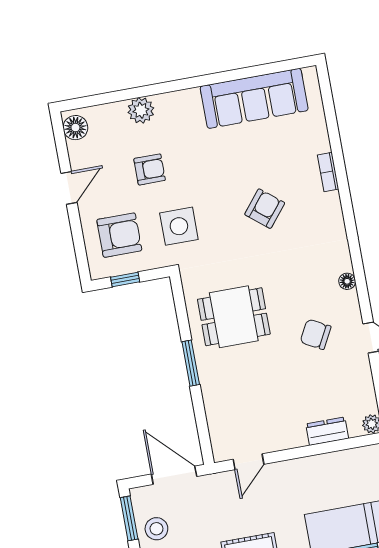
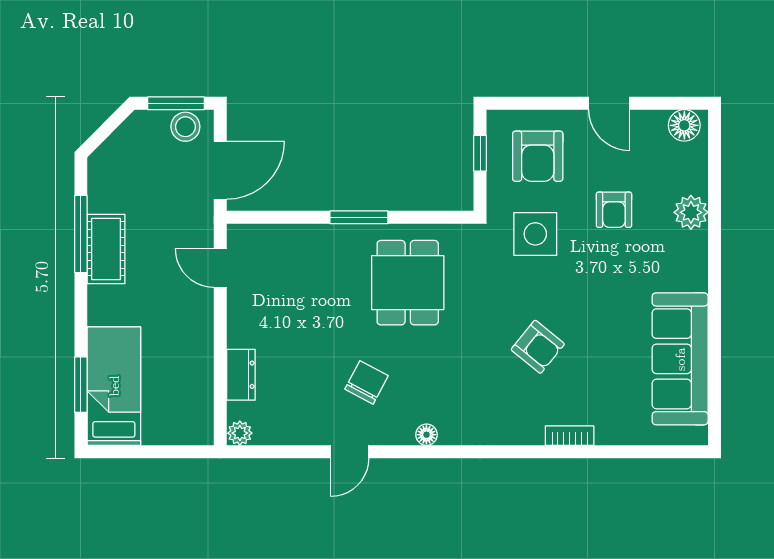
stool: (156, 529) -> (185, 127), moved

